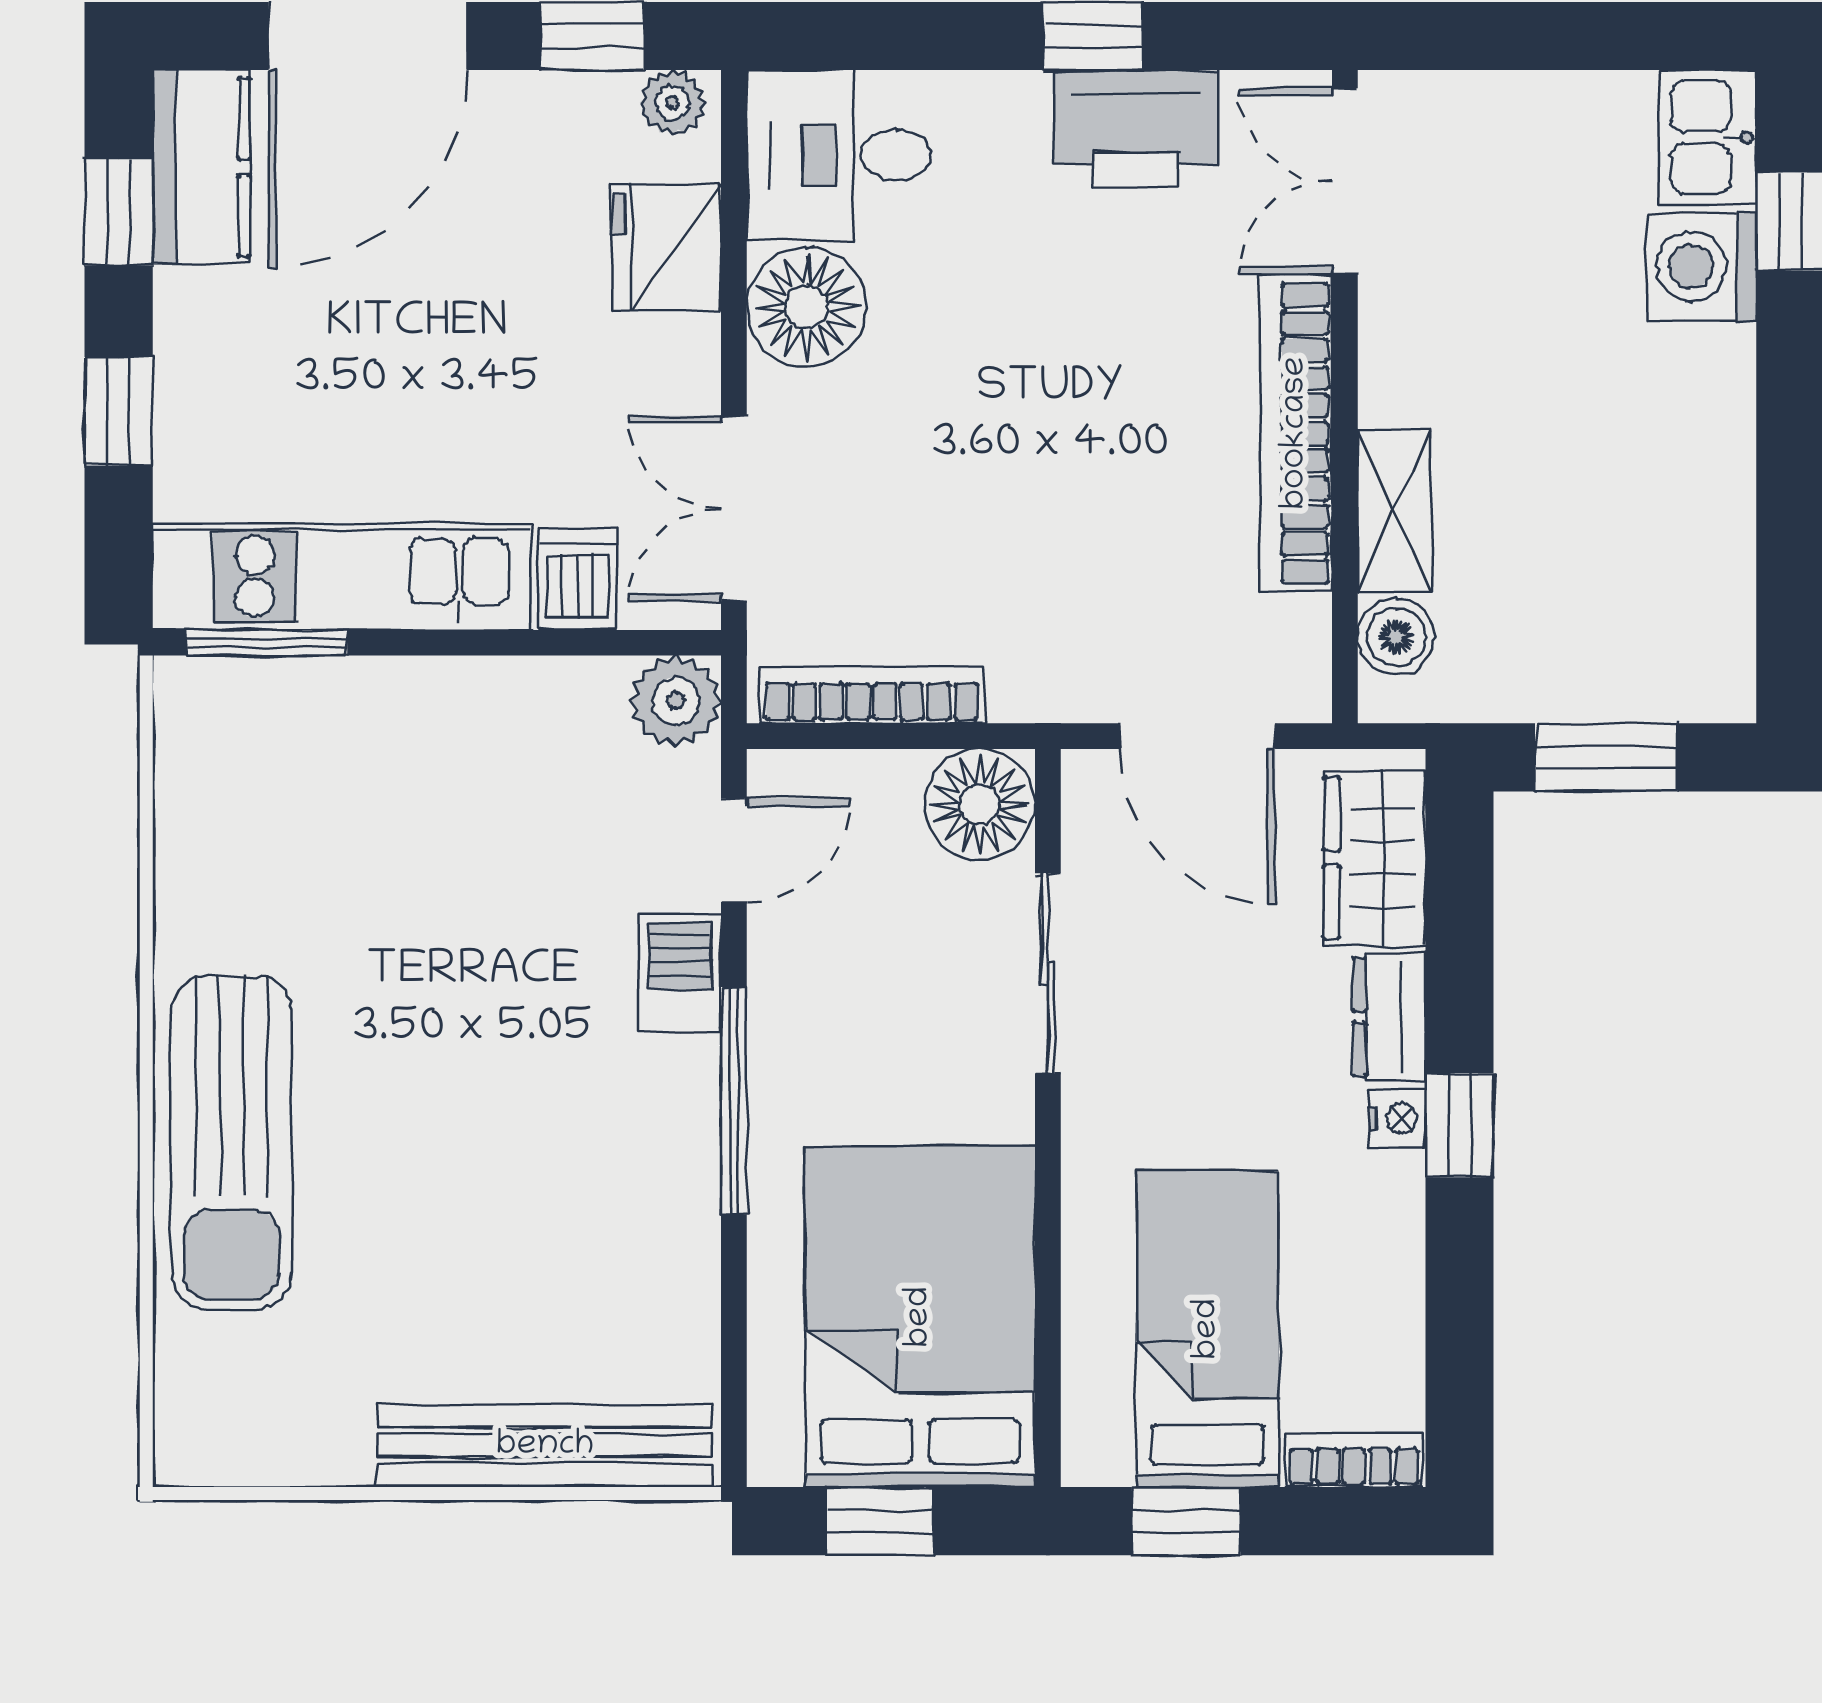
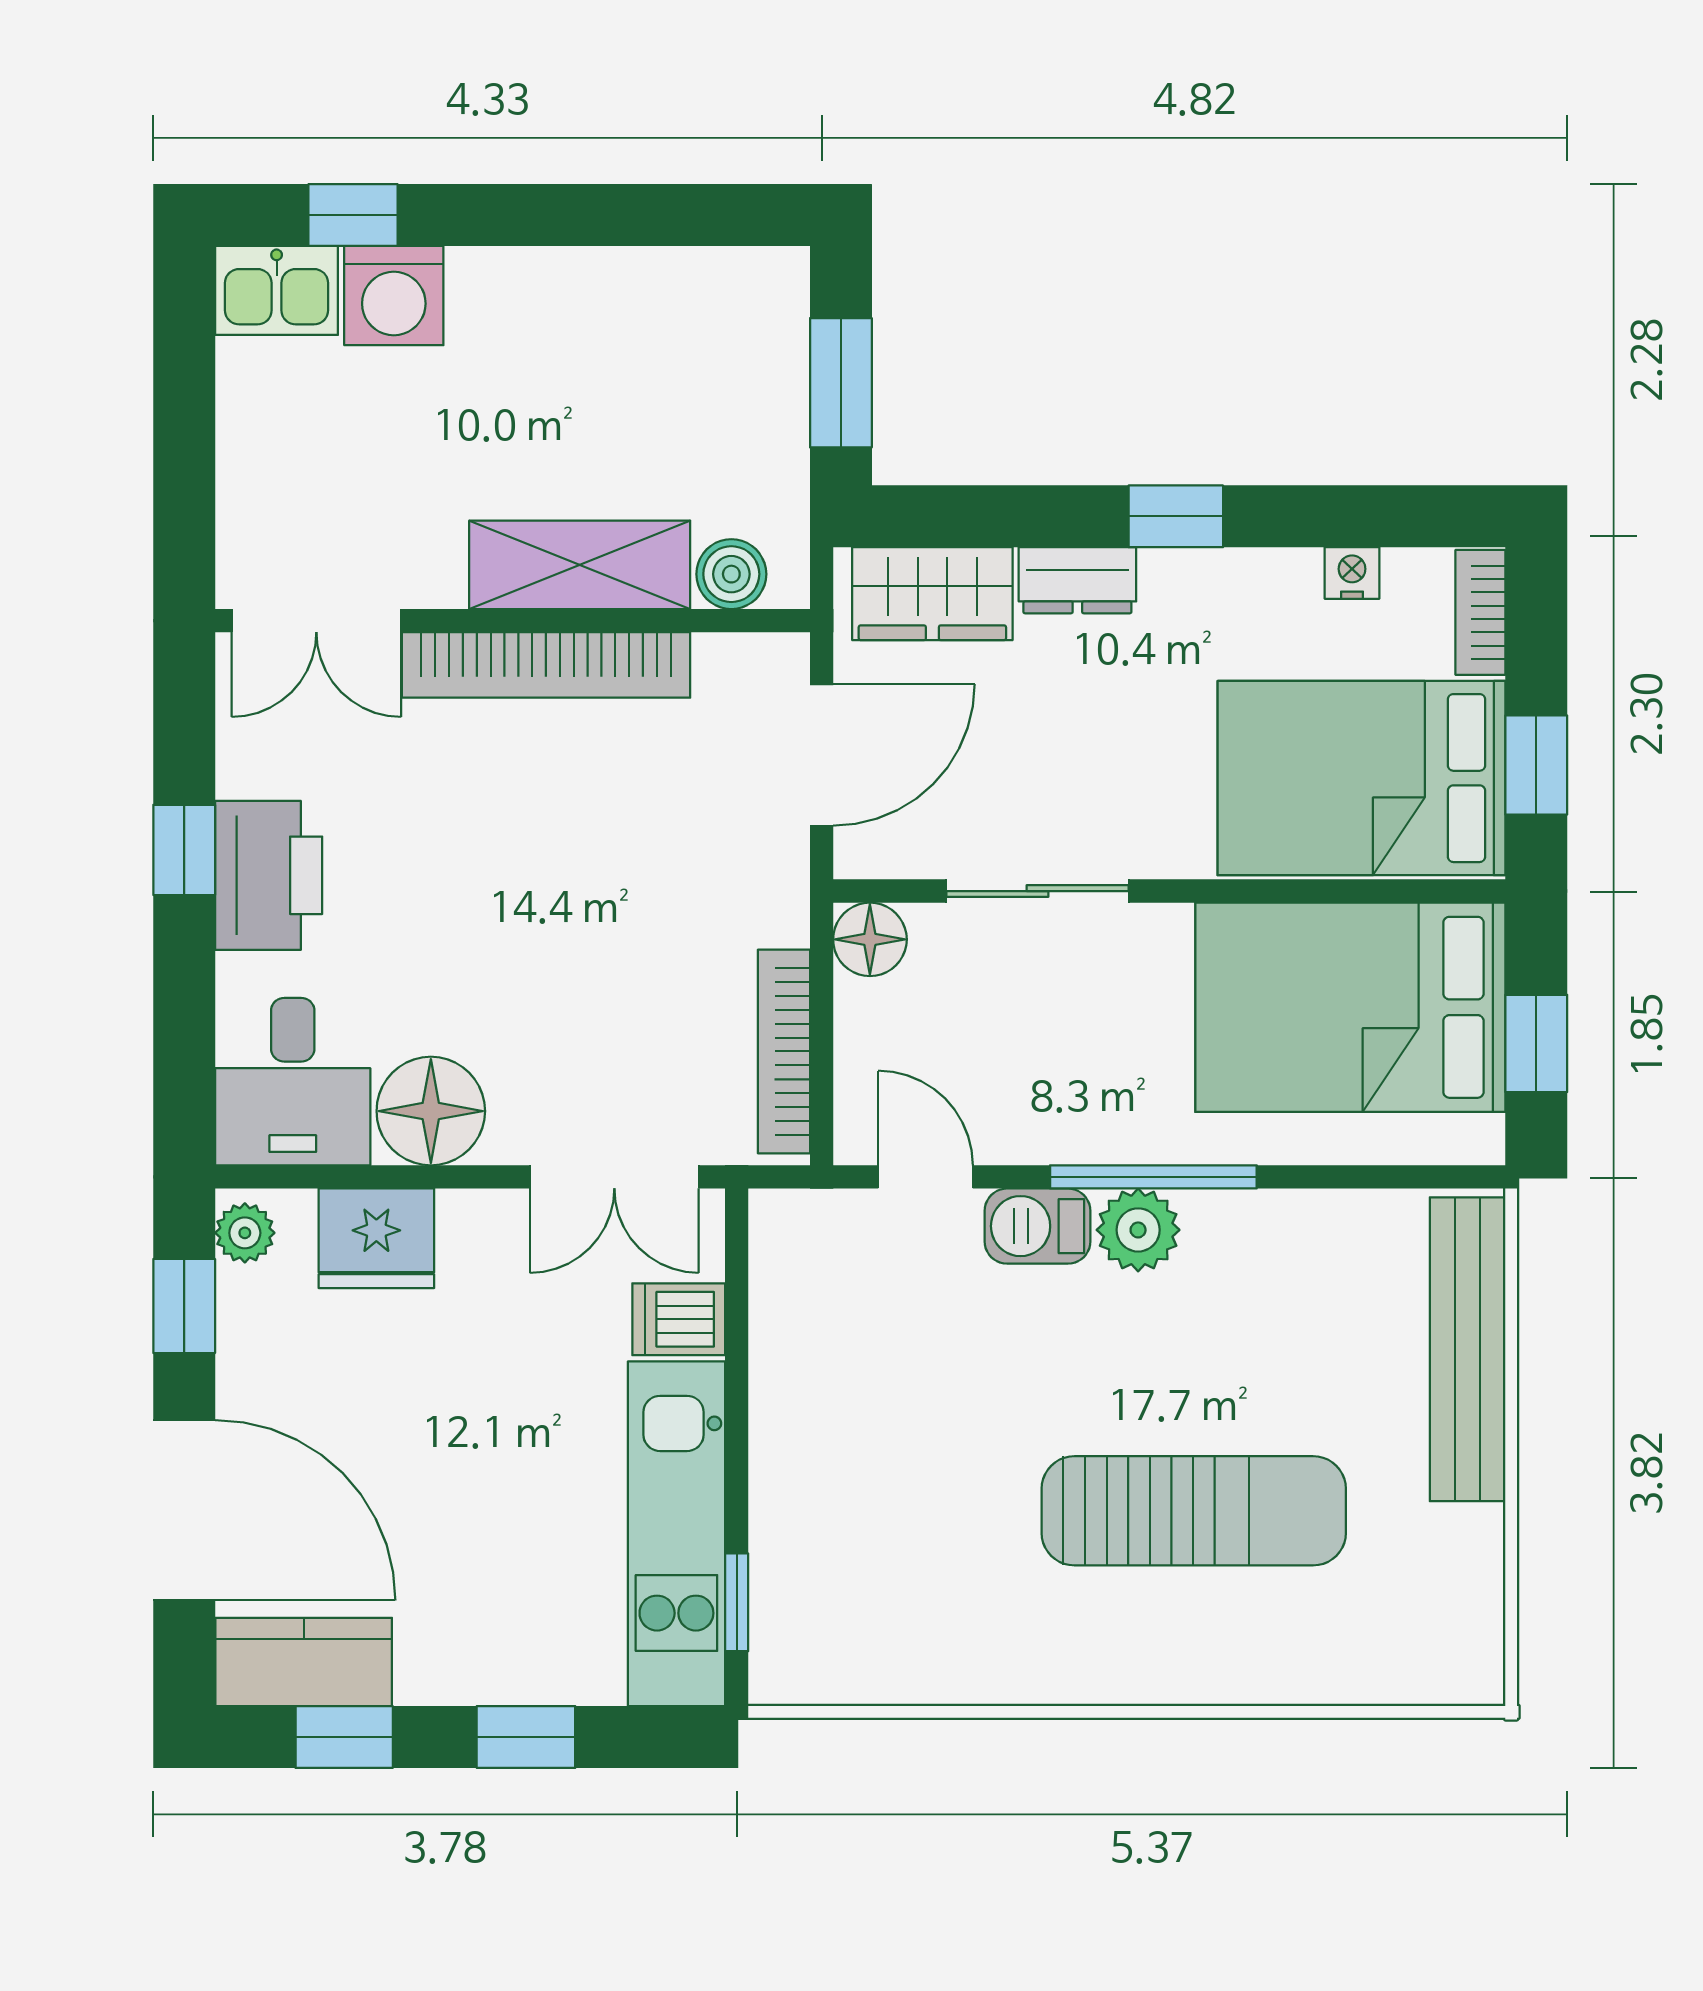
printer: (1136, 129) -> (269, 875), moved
shelving: (1394, 511) -> (580, 565), width x1.50, depth x1.33
window: (267, 643) -> (737, 1602), width x0.67
plant: (676, 701) -> (1138, 1230), moved
floor lamp: (980, 804) -> (870, 939), width x0.73, depth x0.73
nightstand: (1397, 1118) -> (1352, 573), moved
sun lounger: (231, 1142) -> (1194, 1511), moved
bed: (1208, 1329) -> (1361, 778), width x1.50

